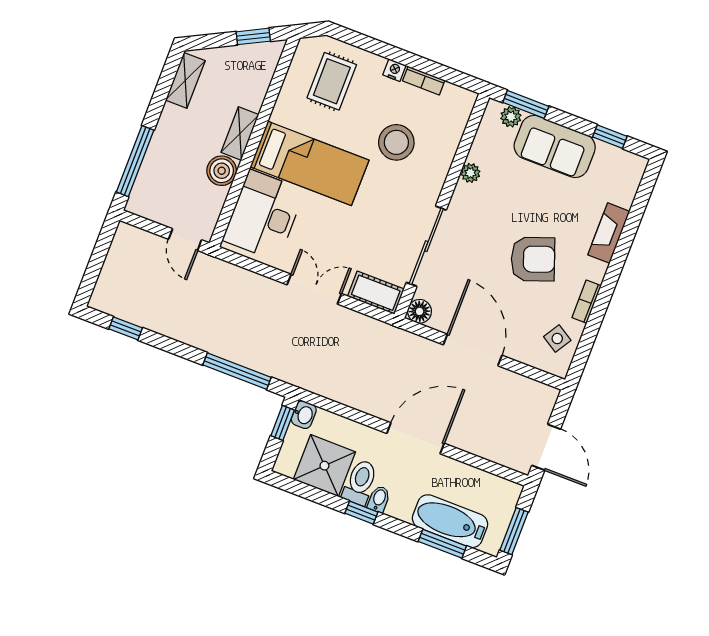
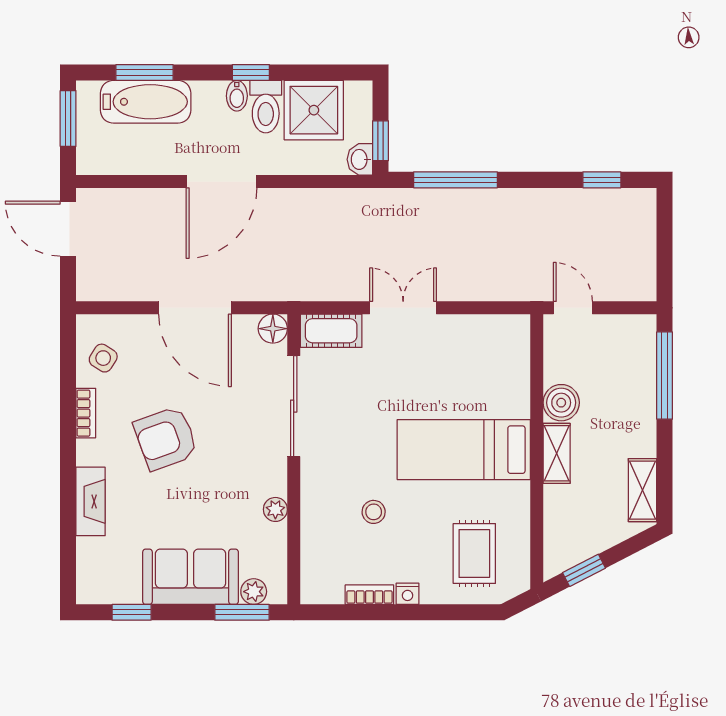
stool: (396, 142) -> (374, 512), width x0.53, depth x0.53
desk: (264, 215) -> (493, 370), removed
double door: (314, 289) -> (403, 308), swing flipped

